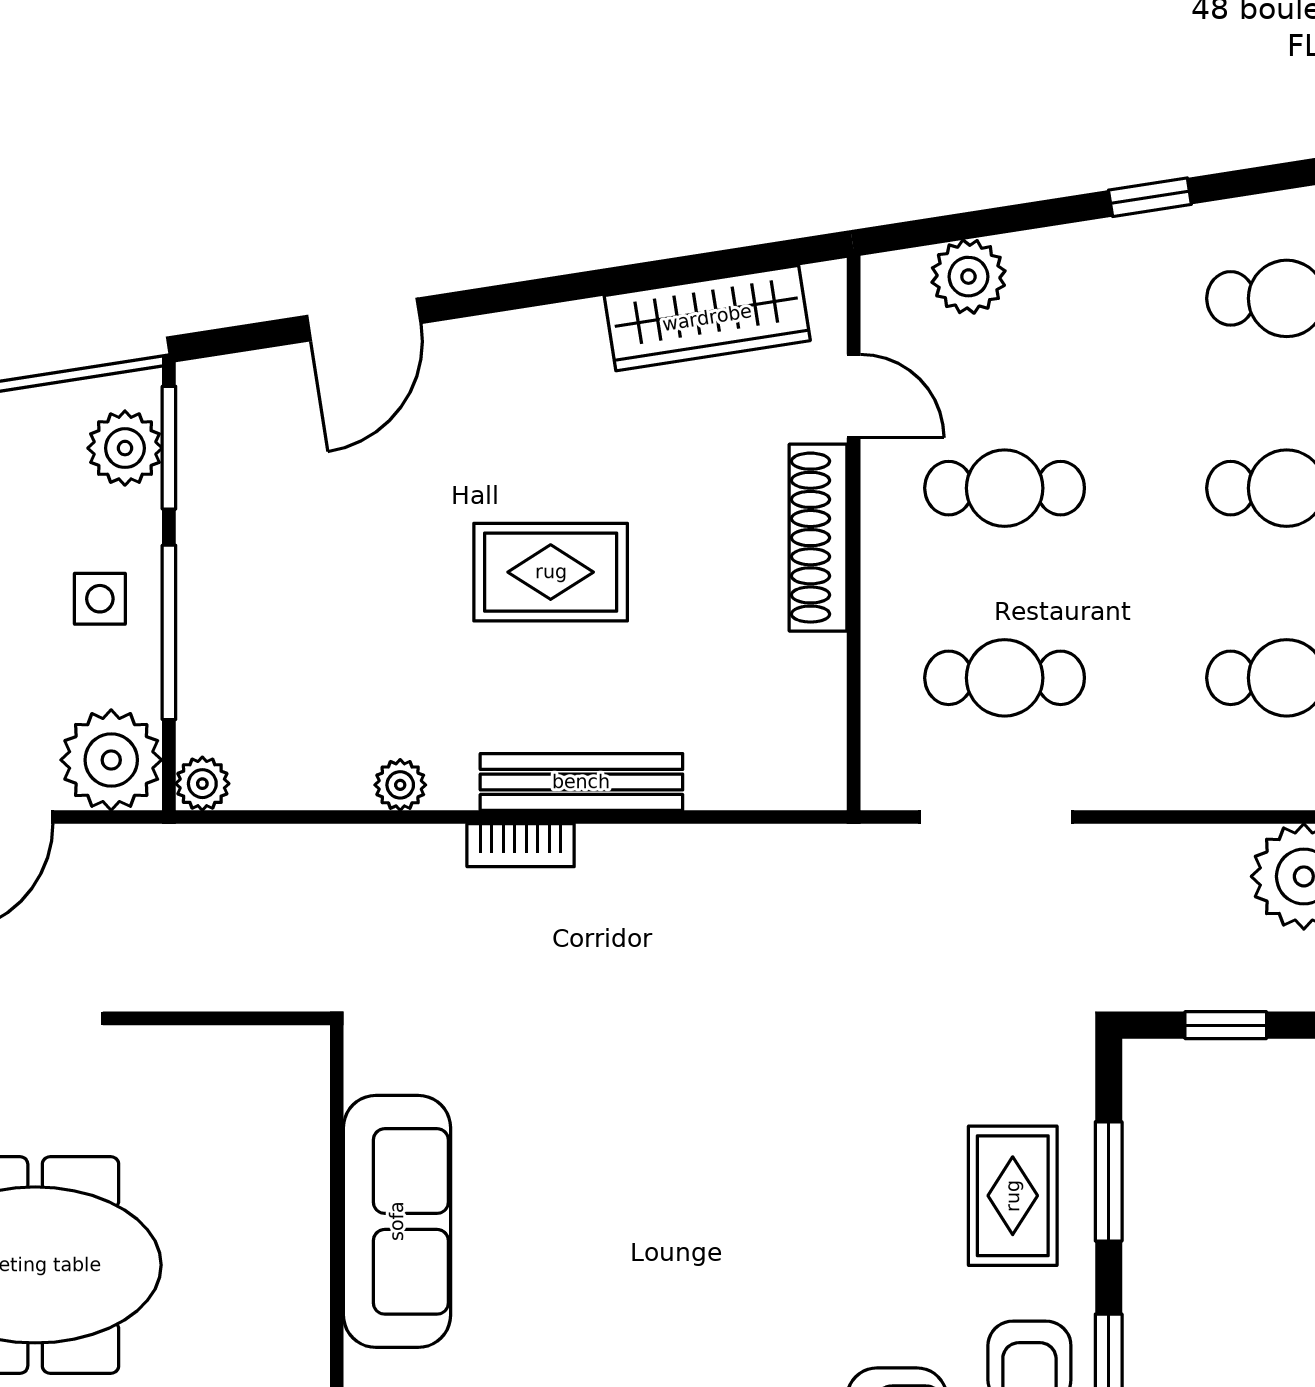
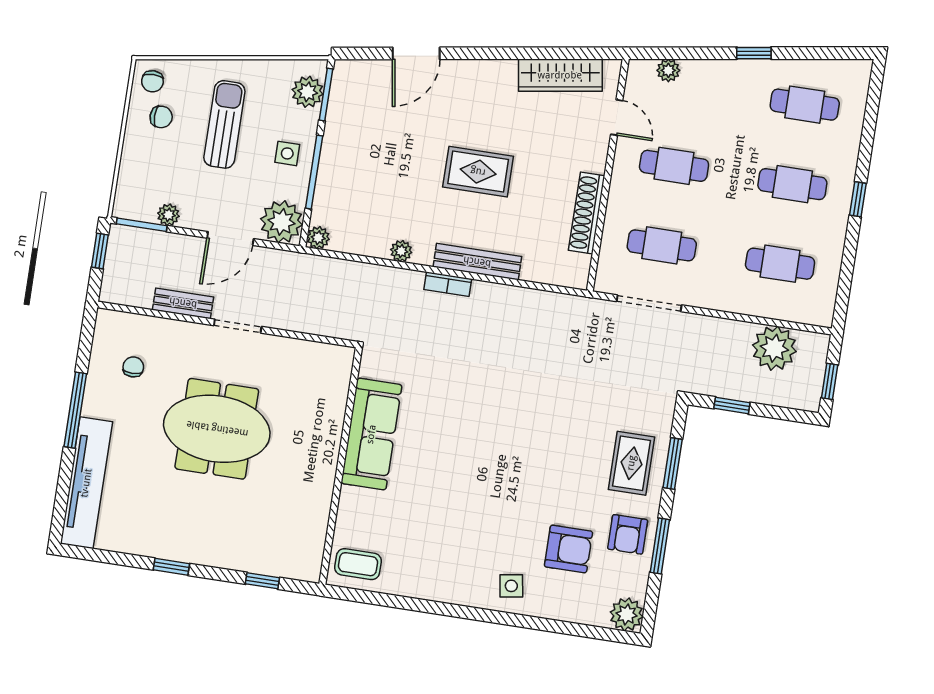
plant: (968, 277) -> (668, 70), width x0.73, depth x0.73
shoe rack: (818, 538) -> (587, 213), moved

